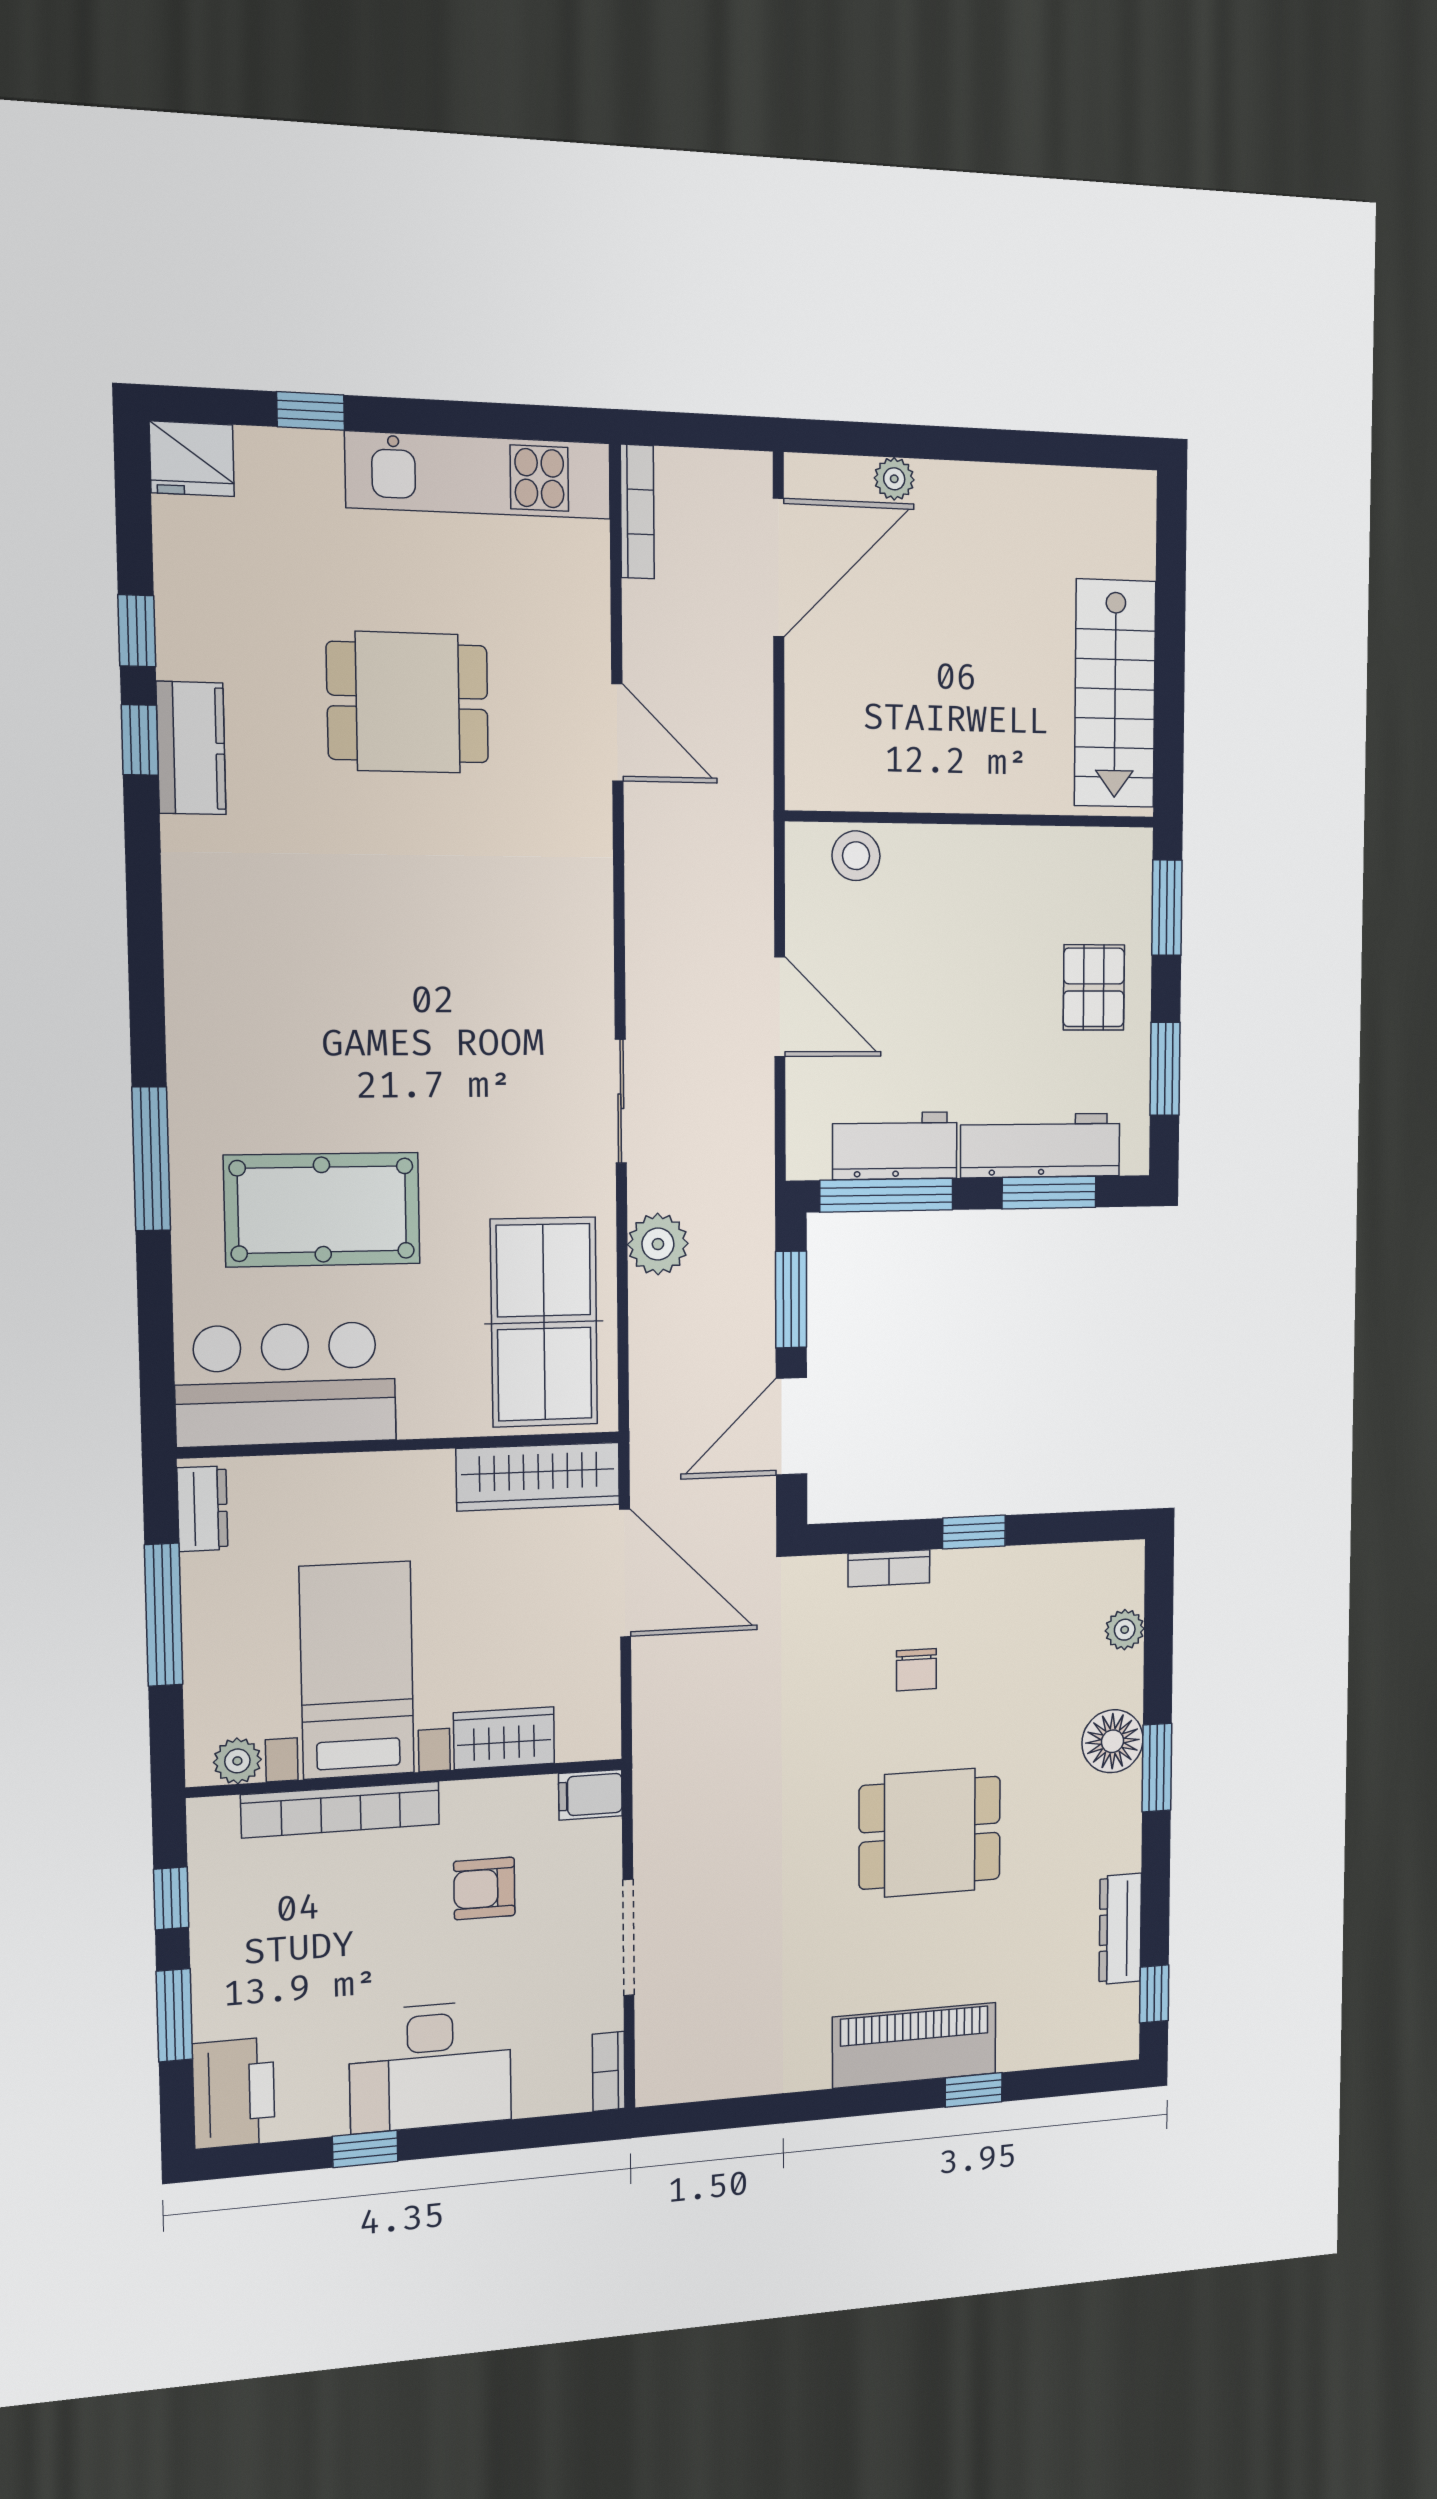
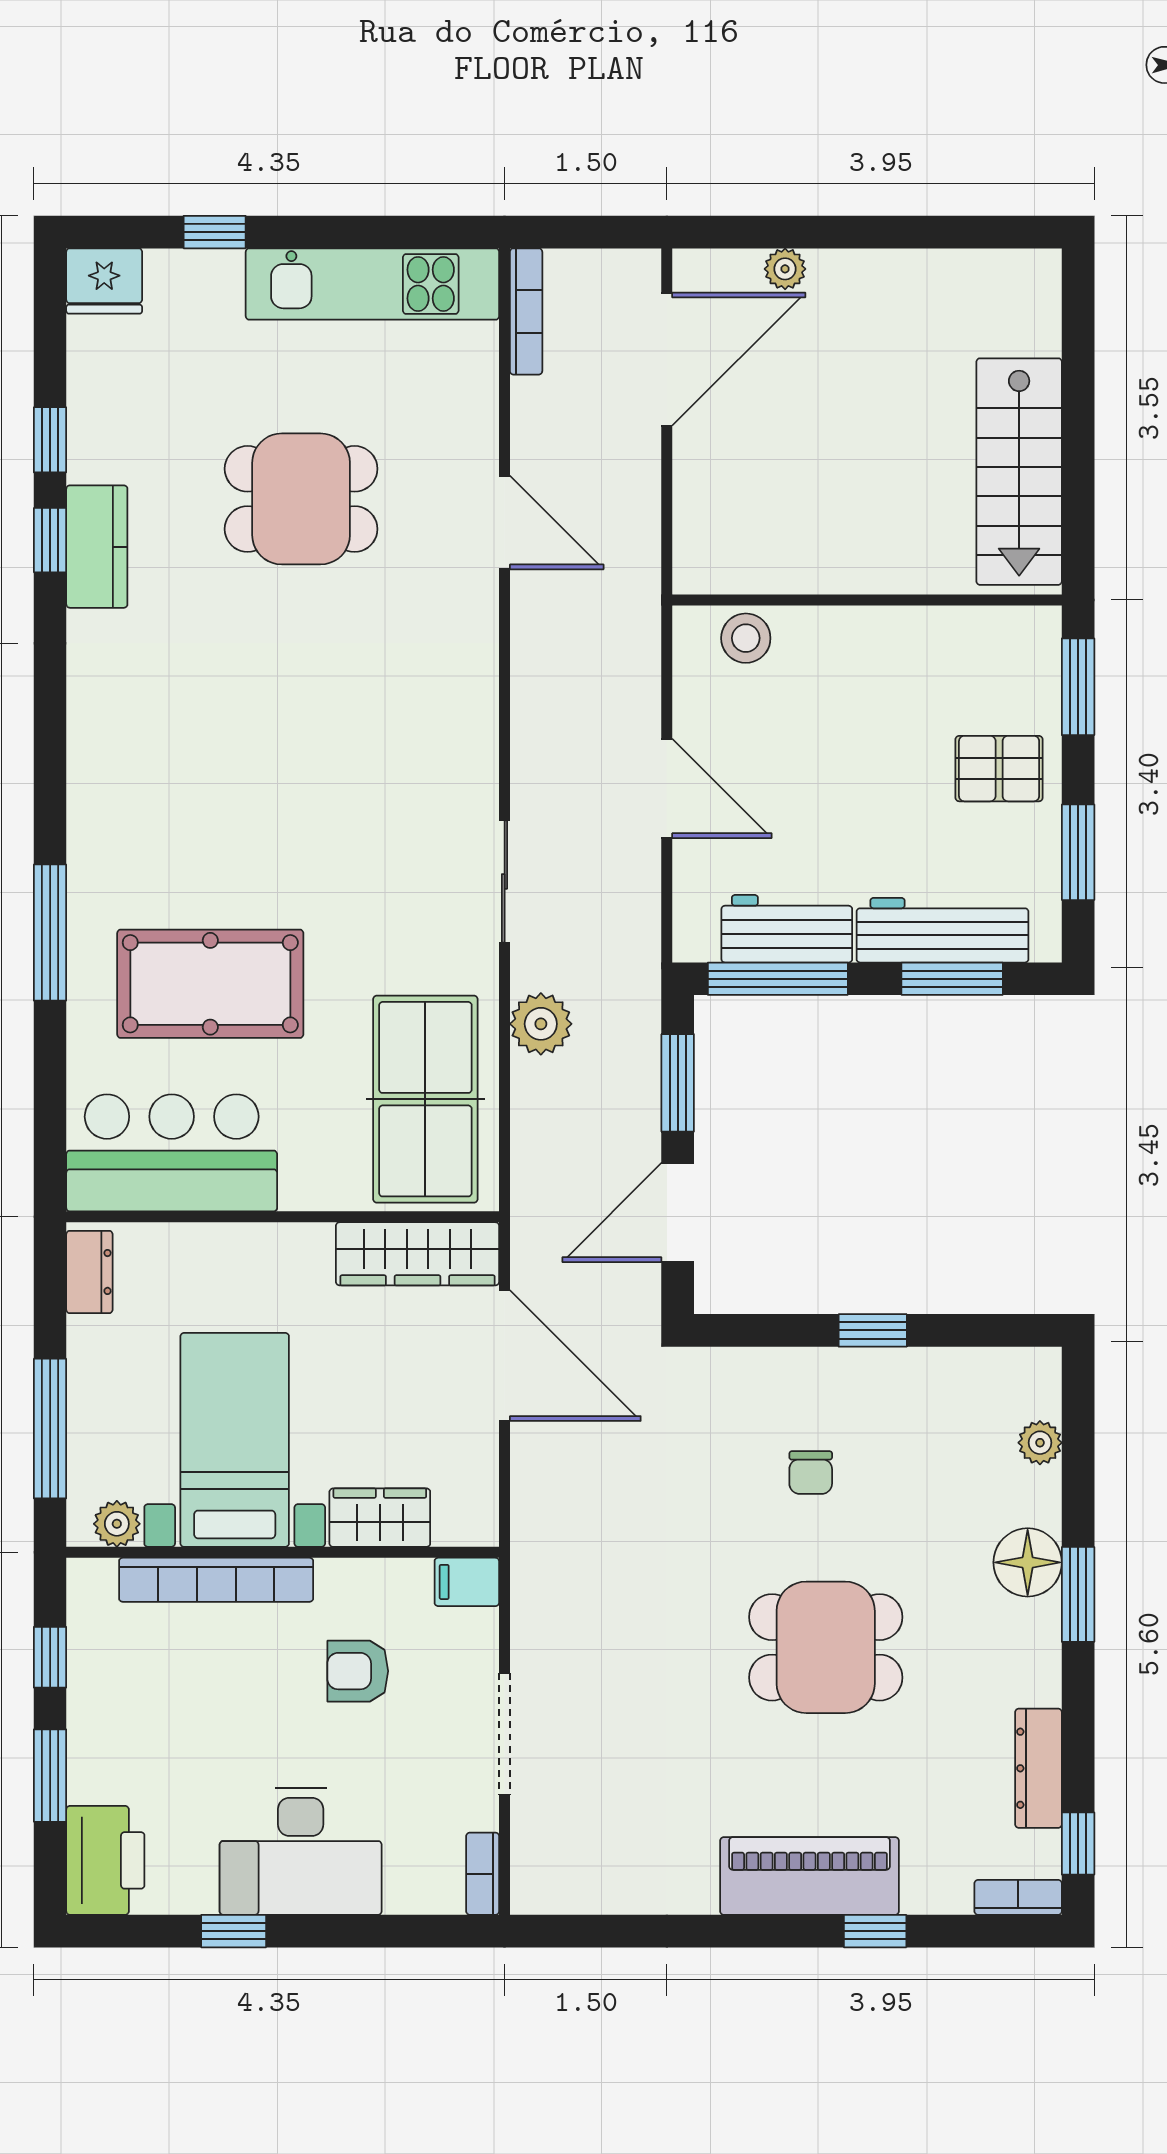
pallet: (1094, 987) -> (999, 769), turned 90
bookcase: (889, 1568) -> (1018, 1897), moved, turned 180
window: (164, 1615) -> (50, 1429), moved

